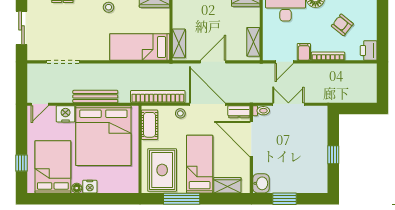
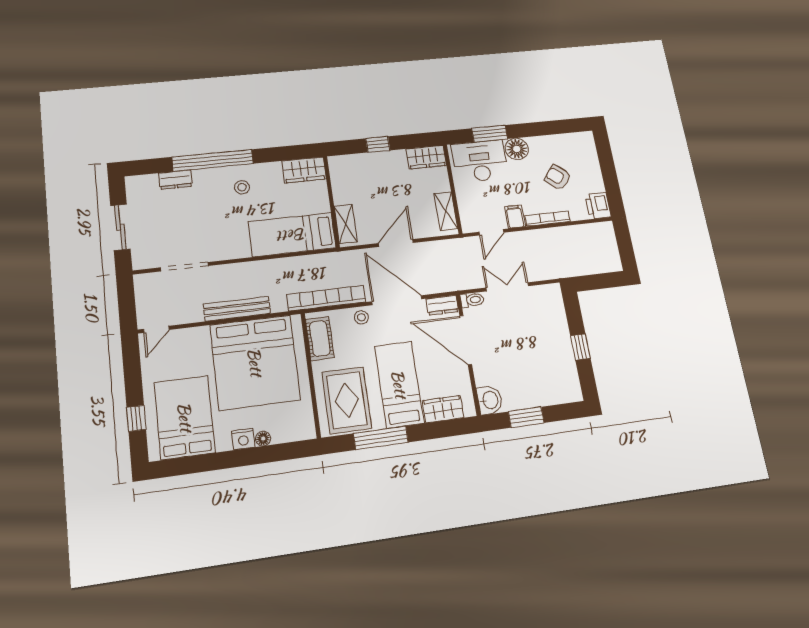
nightstand: (66, 114) -> (196, 338), removed
floor lamp: (77, 188) -> (263, 439), moved

